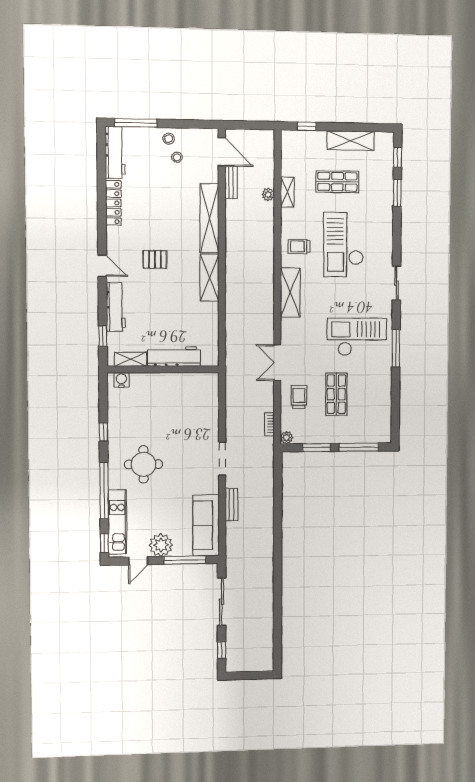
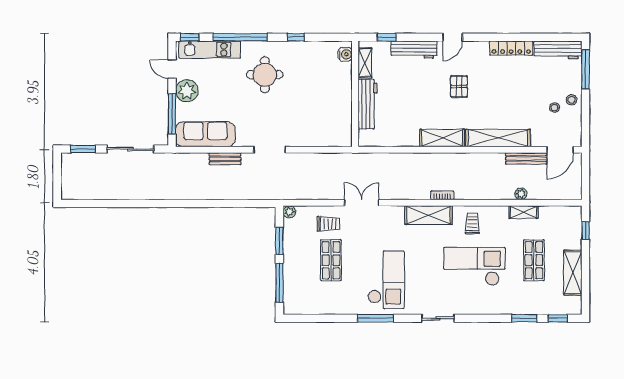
bench: (231, 182) -> (526, 158), width x1.36
shop shelf: (336, 394) -> (331, 260), turned 90
bookcase: (269, 424) -> (442, 195), moved
window: (222, 650) -> (83, 149), width x1.50

